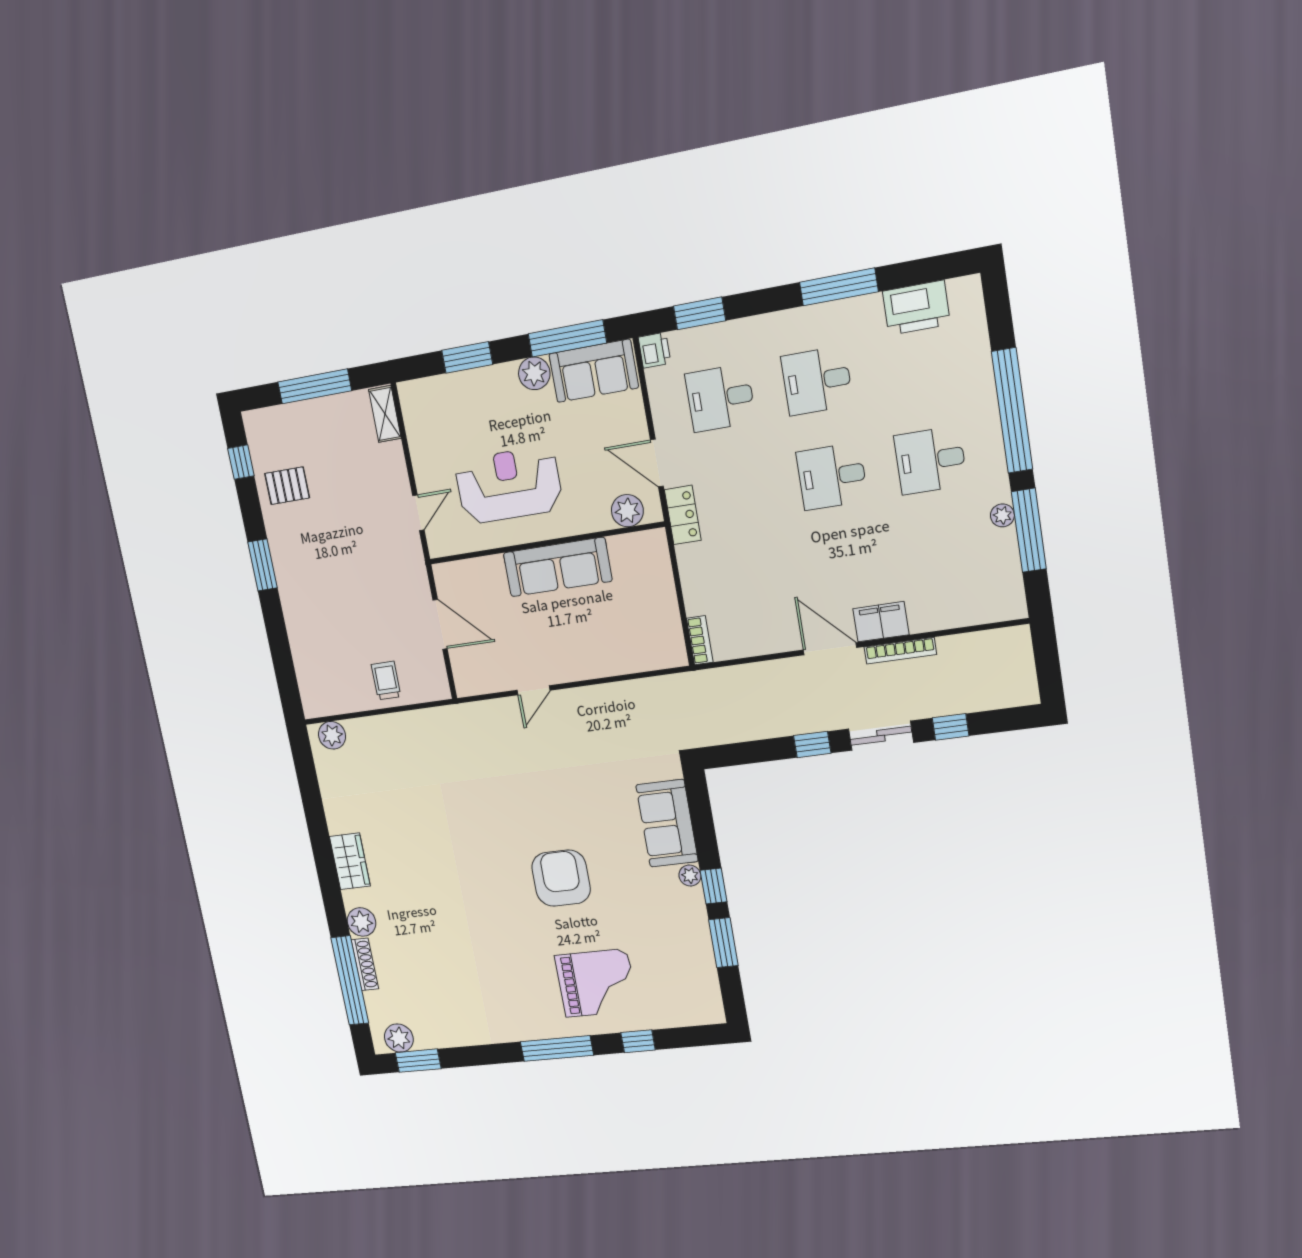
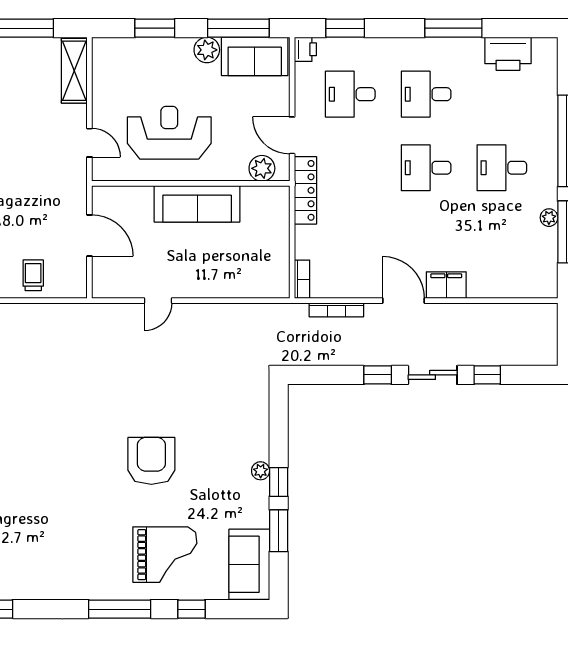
shelving: (385, 414) -> (74, 71), width x1.50, depth x1.33
door: (418, 513) -> (89, 143), hinge flipped
locker: (683, 515) -> (305, 190), width x1.53
bookcase: (900, 651) -> (336, 310), moved
sofa: (667, 823) -> (249, 564), moved

